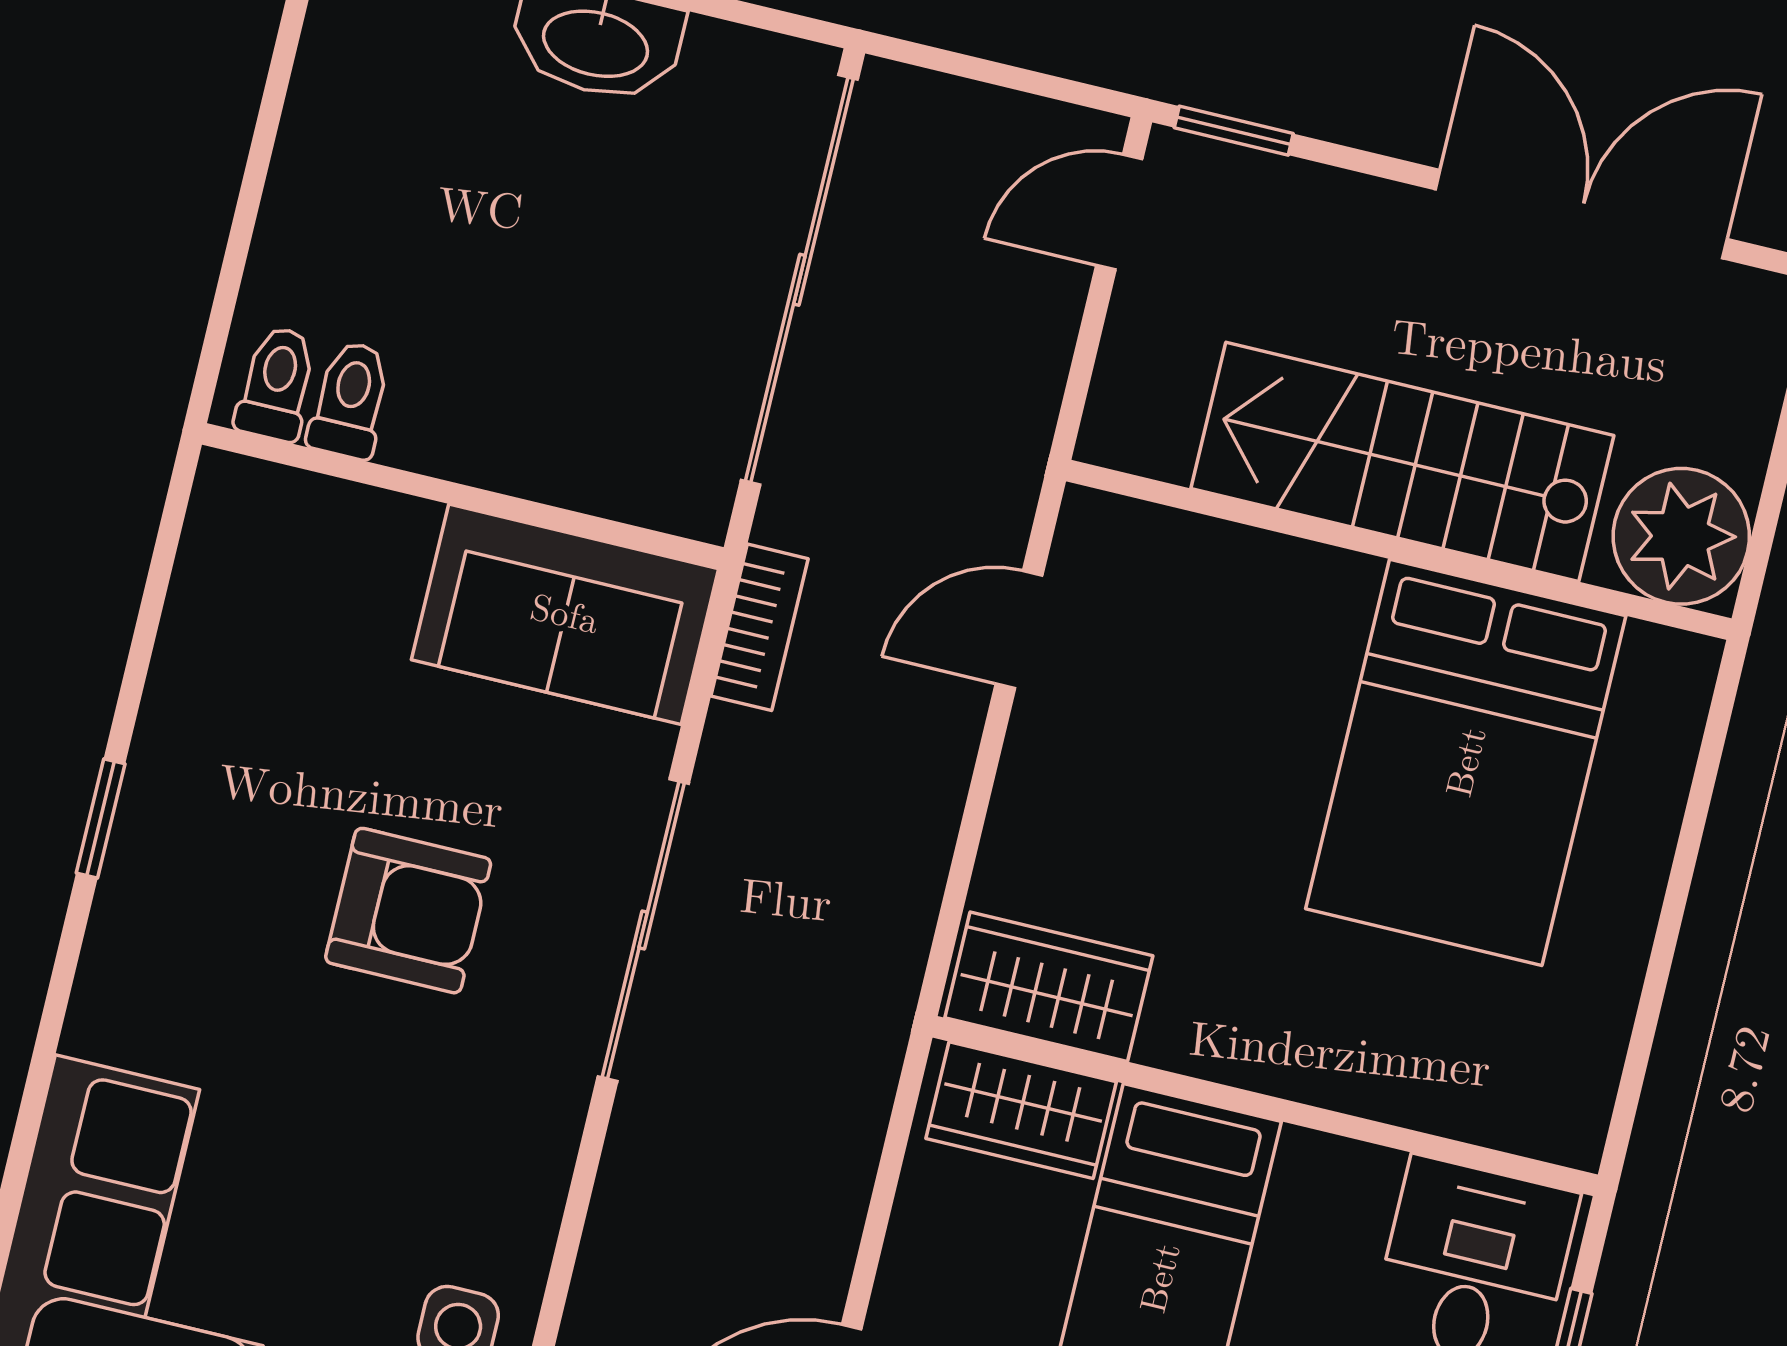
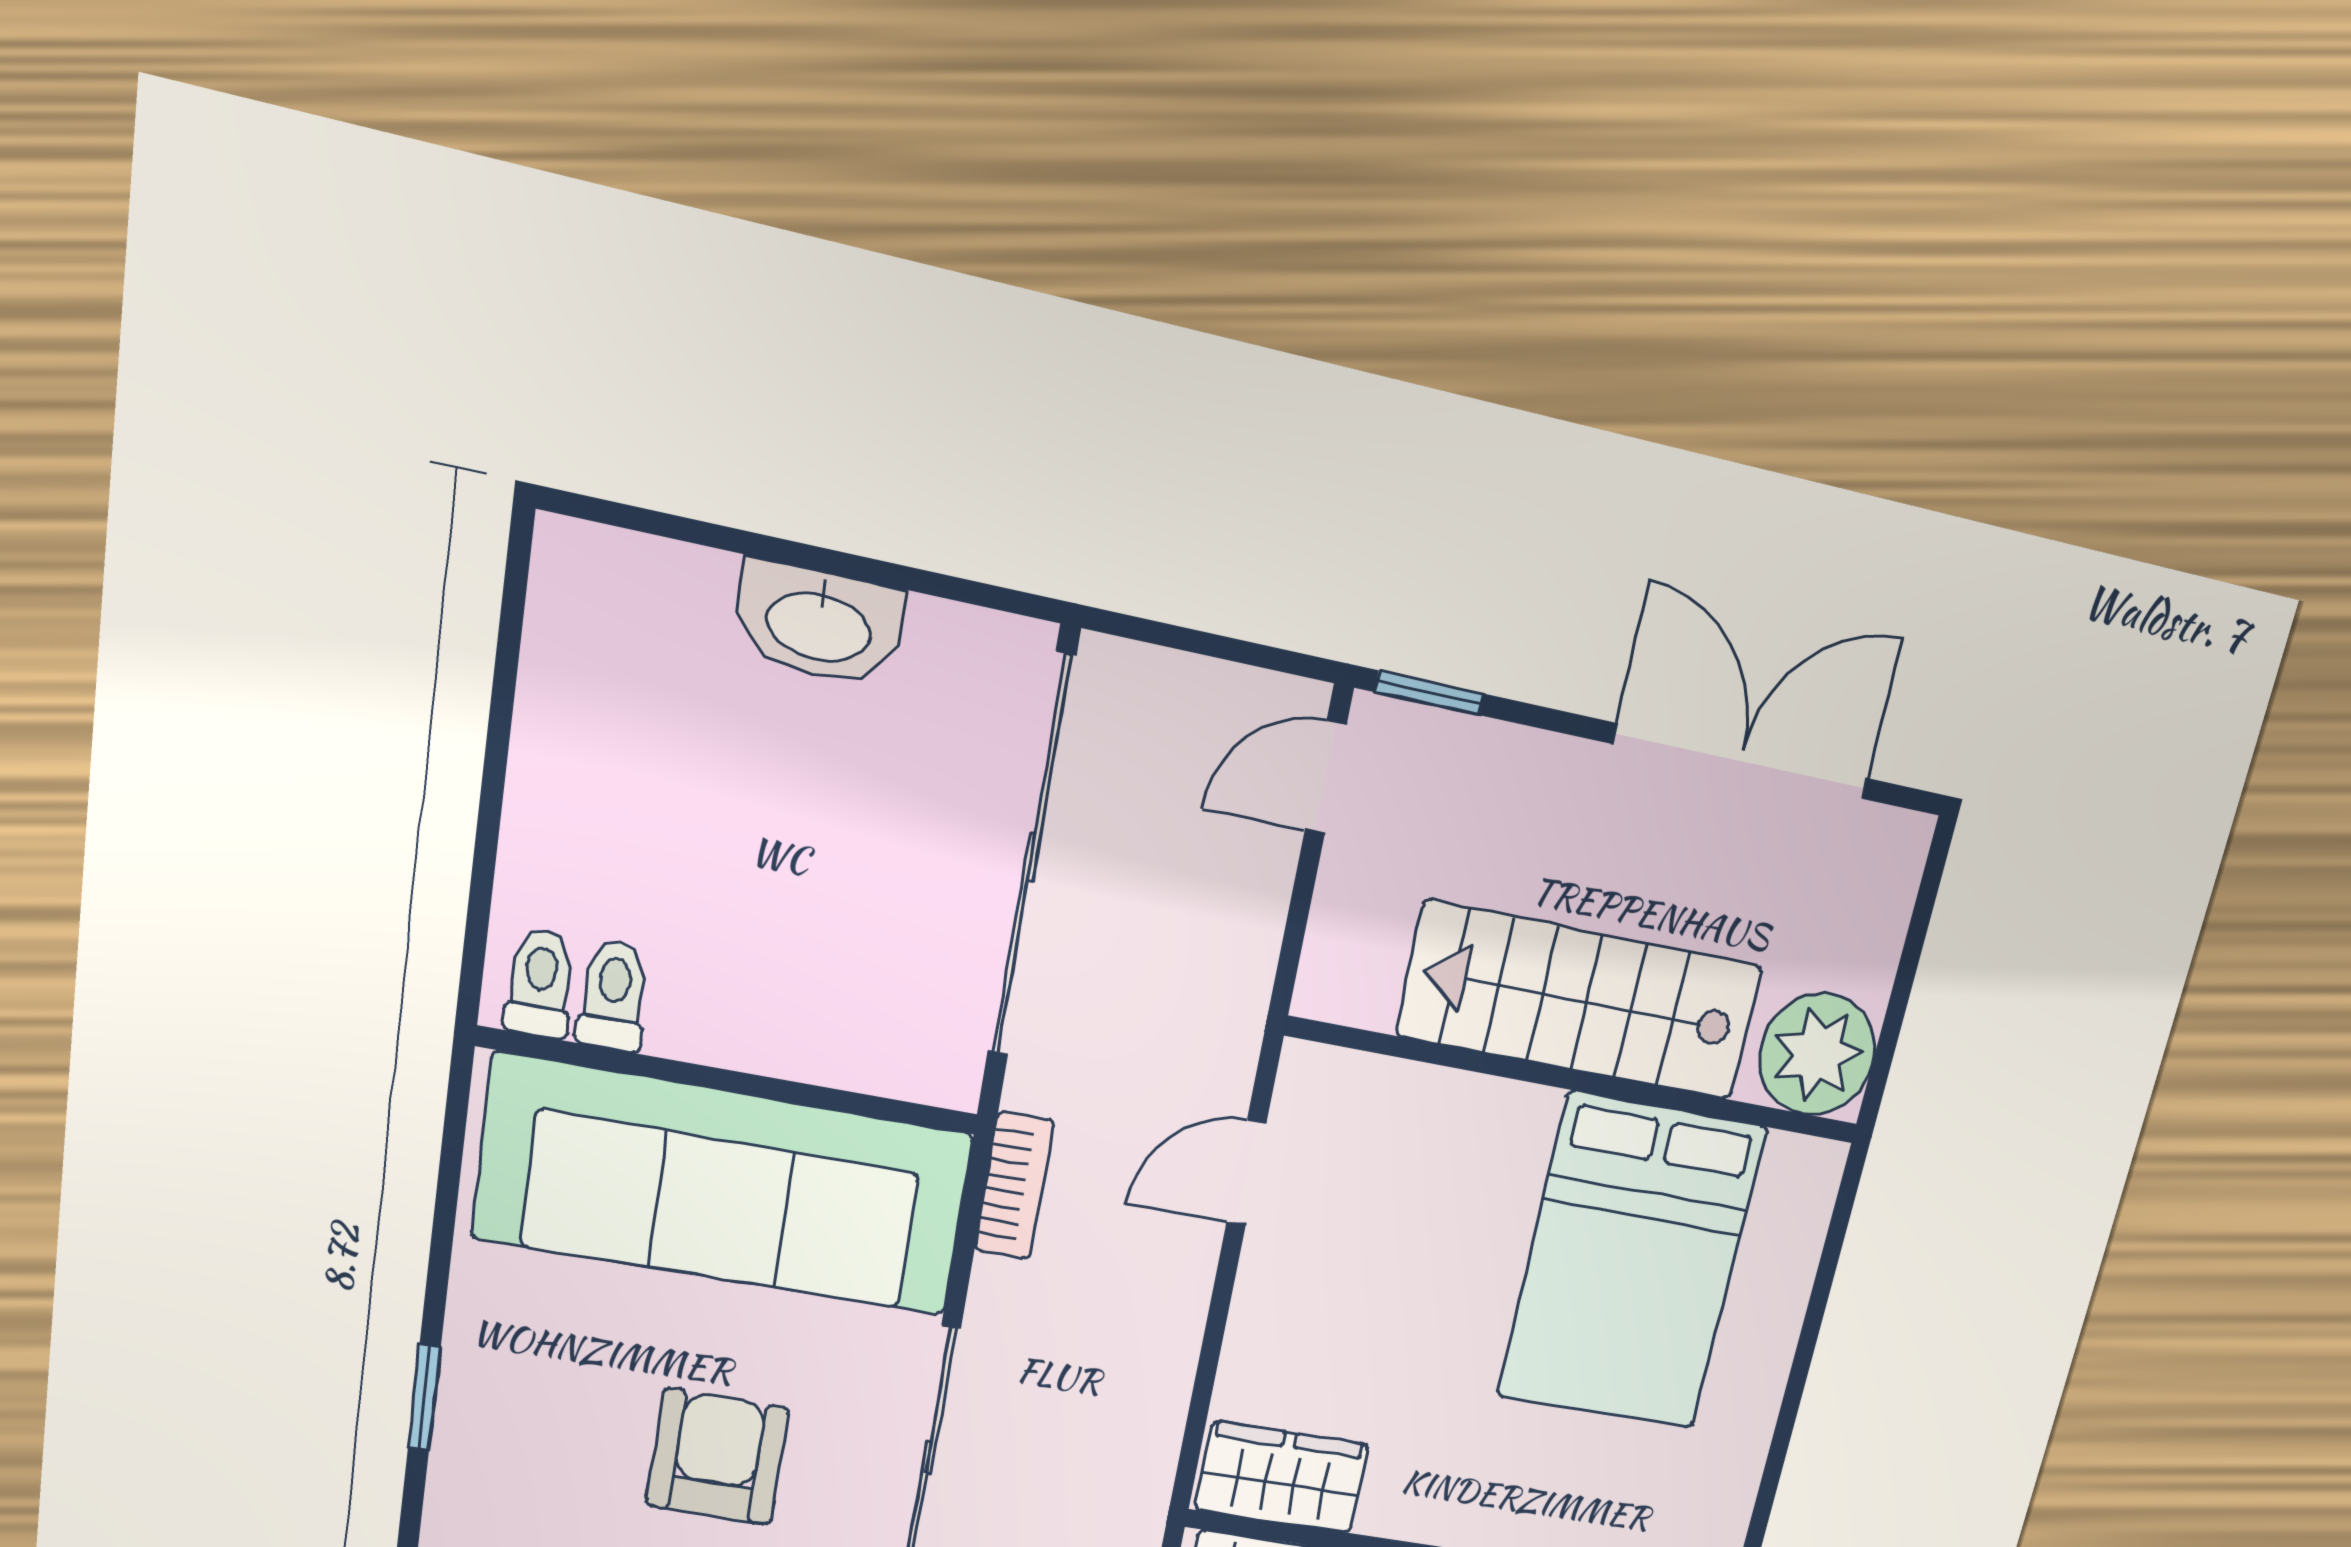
sofa: (565, 614) -> (724, 1186), width x1.85, depth x1.27
armchair: (408, 911) -> (717, 1457), turned -89

